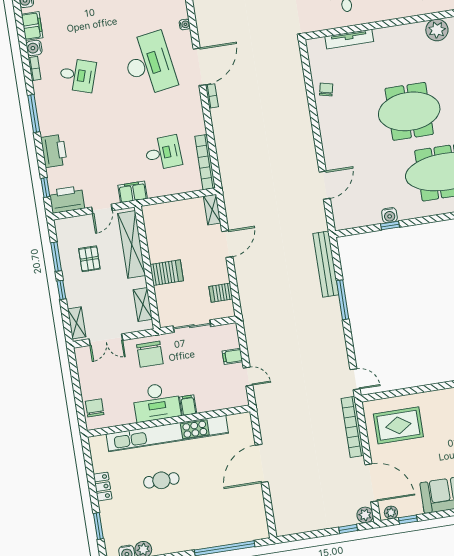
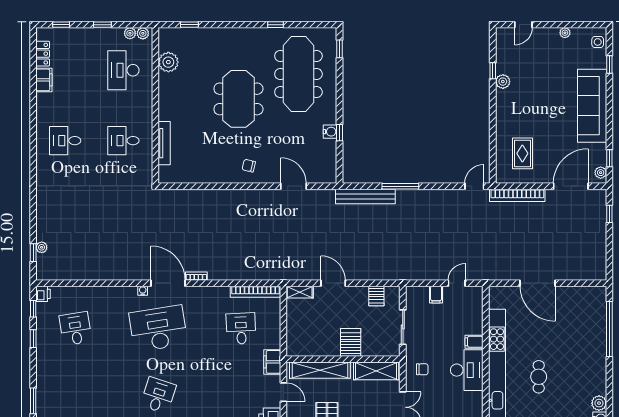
water cooler: (185, 24) -> (143, 291), moved
chair: (326, 89) -> (249, 166), moved
shelving: (143, 304) -> (376, 371), width x1.50, depth x1.33
chair: (150, 354) -> (422, 369), width x0.54, depth x0.54
rug: (398, 425) -> (522, 153), width x0.73, depth x0.70
plant: (365, 515) -> (599, 196), removed

